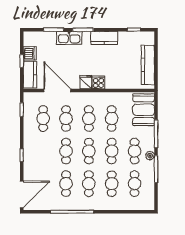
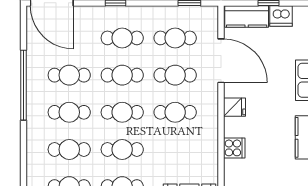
cooker: (98, 82) -> (234, 148), moved
door: (57, 90) -> (221, 61), hinge flipped
cafe table: (112, 119) -> (122, 38), moved

